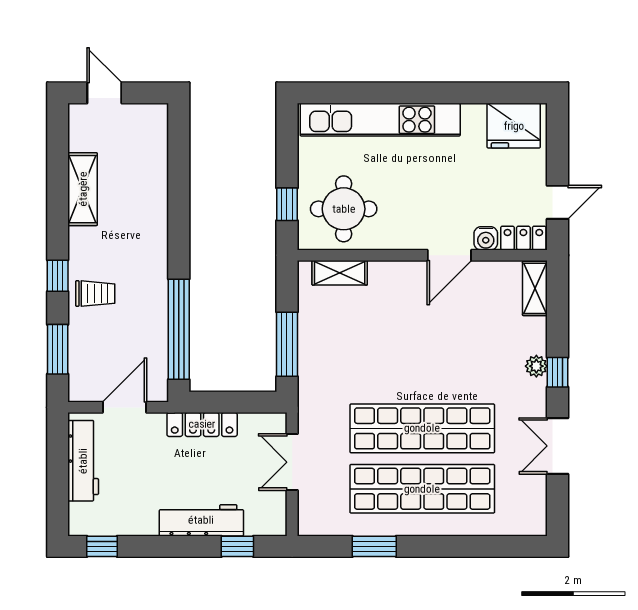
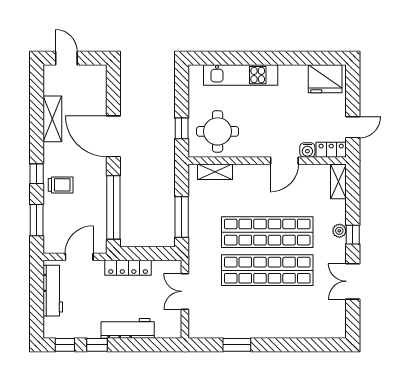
kitchen unit: (380, 120) -> (241, 75), width x0.73
door: (179, 217) -> (113, 136), added
shop shelf: (422, 489) -> (267, 232), moved
window: (237, 546) -> (97, 345), moved

